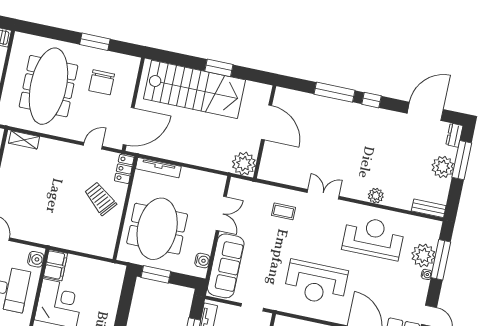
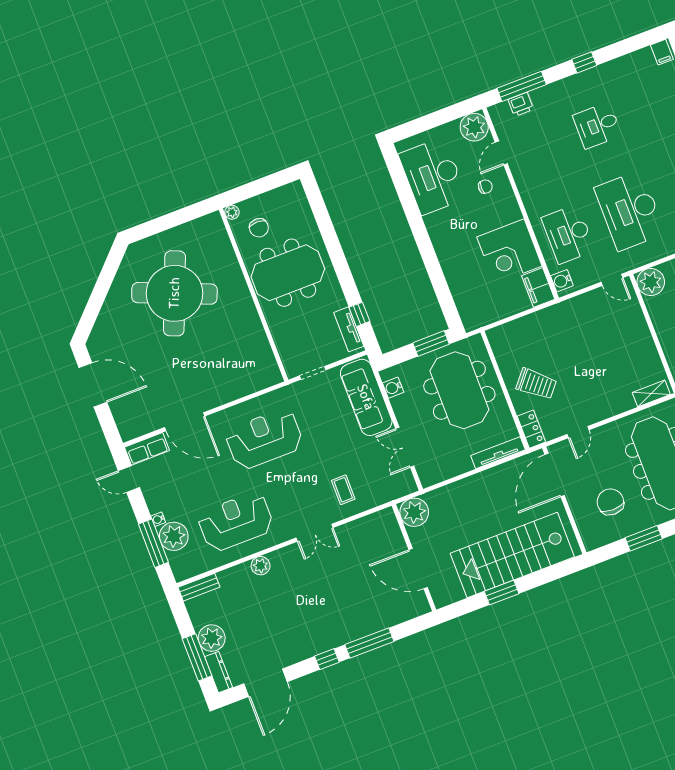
dresser: (454, 135) -> (218, 672), width x1.44
coffee table: (284, 211) -> (343, 490), turned 90
reception desk: (373, 238) -> (236, 522), turned 180

